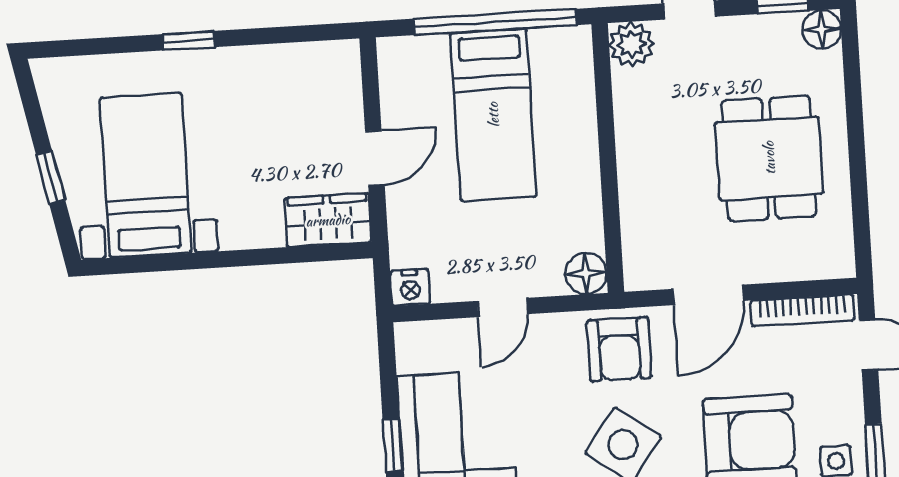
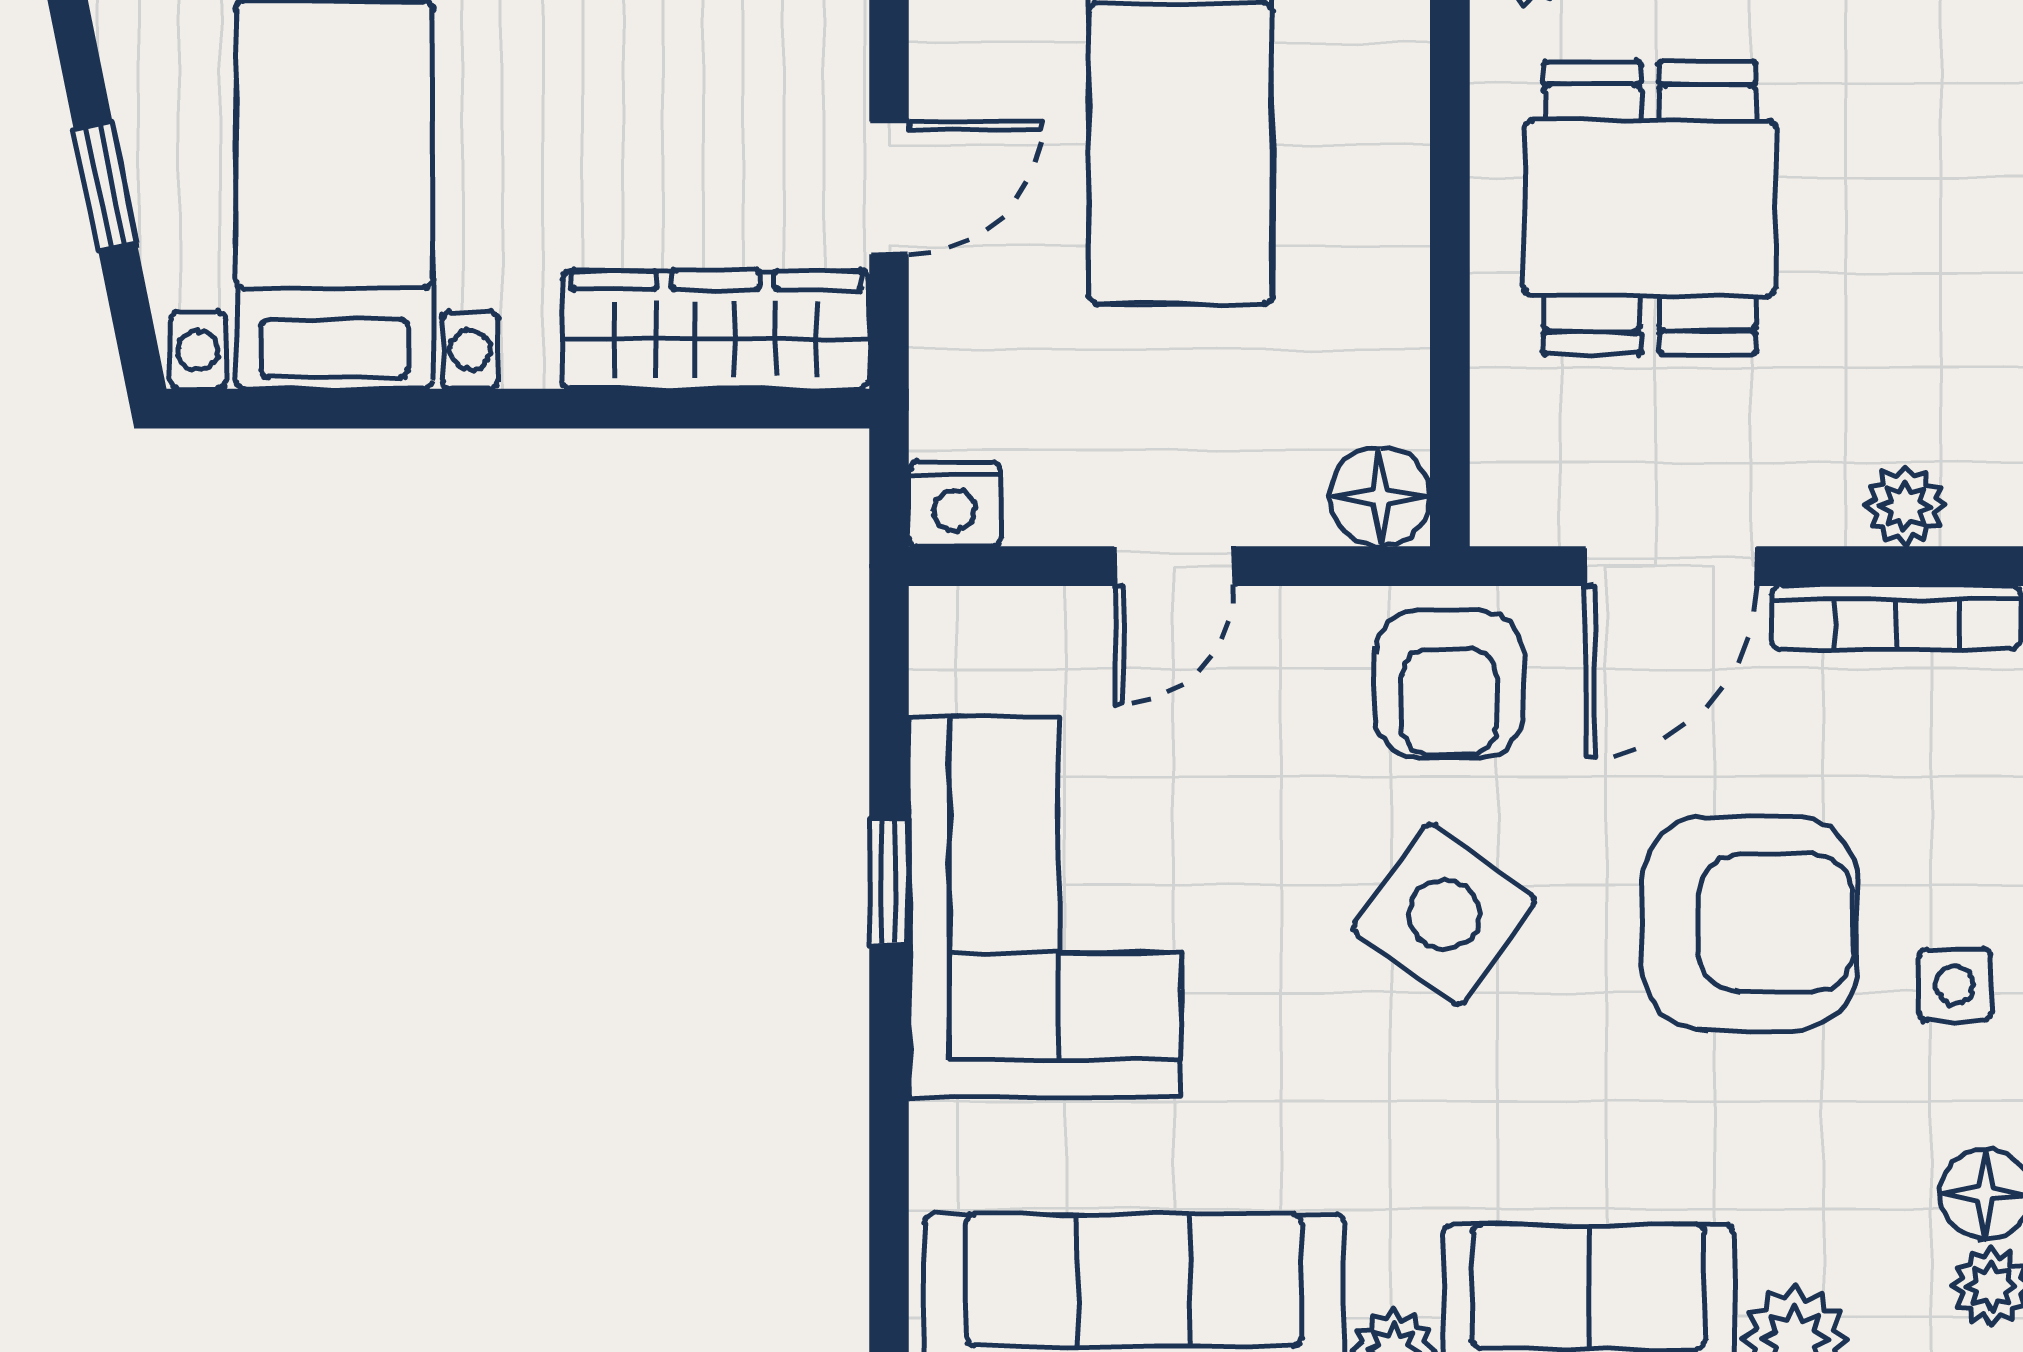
dining table: (769, 158) -> (1650, 208), moved
wardrobe: (328, 220) -> (716, 330), width x1.50
plant: (803, 264) -> (1905, 506), added

